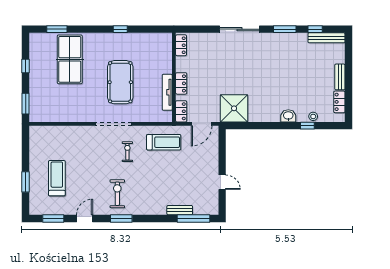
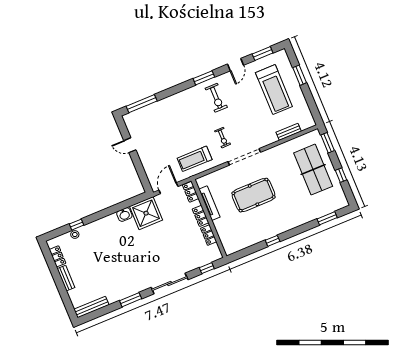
window: (315, 29) -> (207, 268), moved
locker: (181, 45) -> (209, 235), moved
table tennis table: (70, 59) -> (313, 170), moved
pool table: (120, 82) -> (254, 195), turned 90
washbasin: (288, 116) -> (124, 215), moved
treadmill: (57, 178) -> (274, 90), width x1.37, depth x1.38
bench: (180, 210) -> (289, 132), moved

